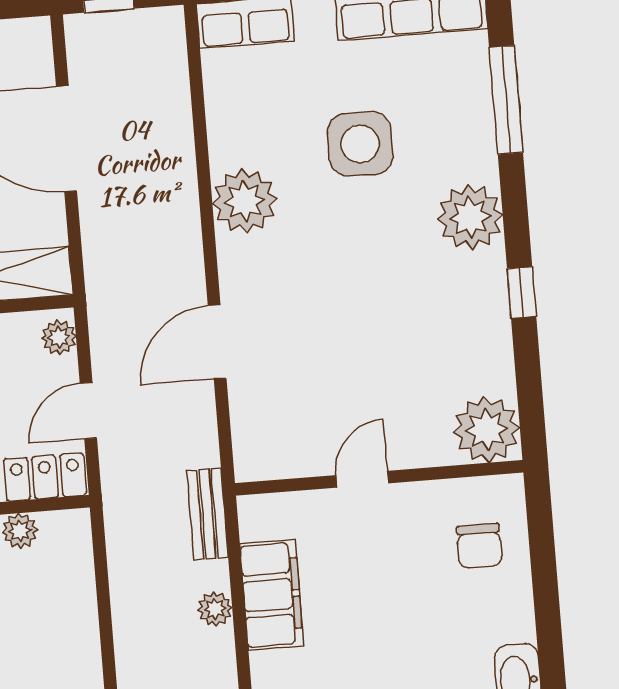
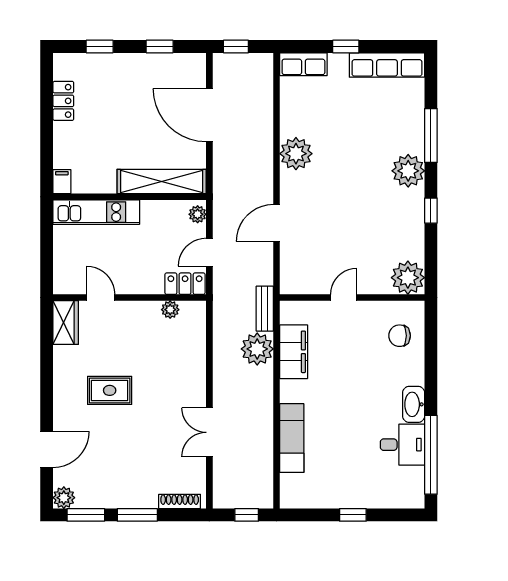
window: (506, 100) -> (431, 136), moved
side table: (360, 144) -> (356, 130), removed
chair: (479, 546) -> (400, 336), turned 90
plant: (215, 609) -> (257, 349), width x1.88, depth x1.88

